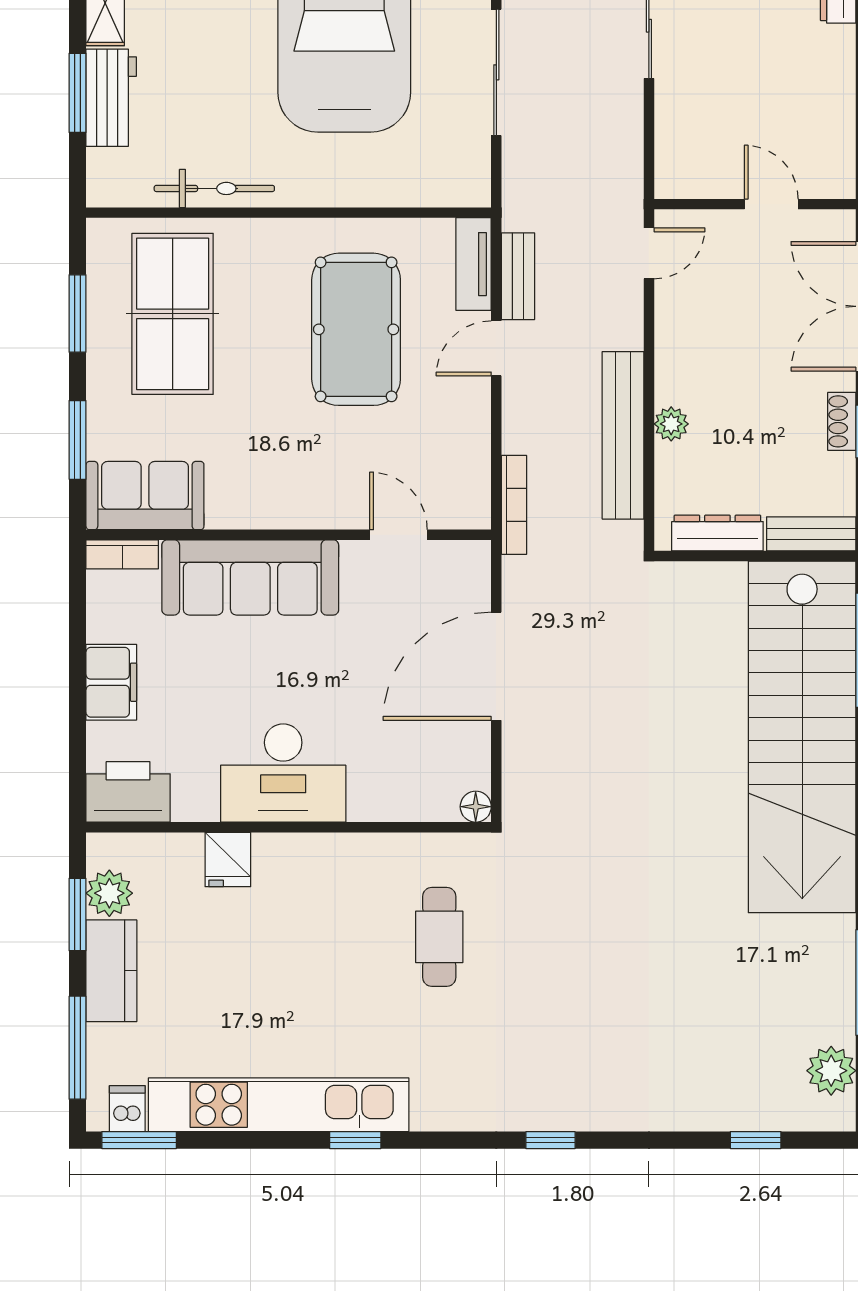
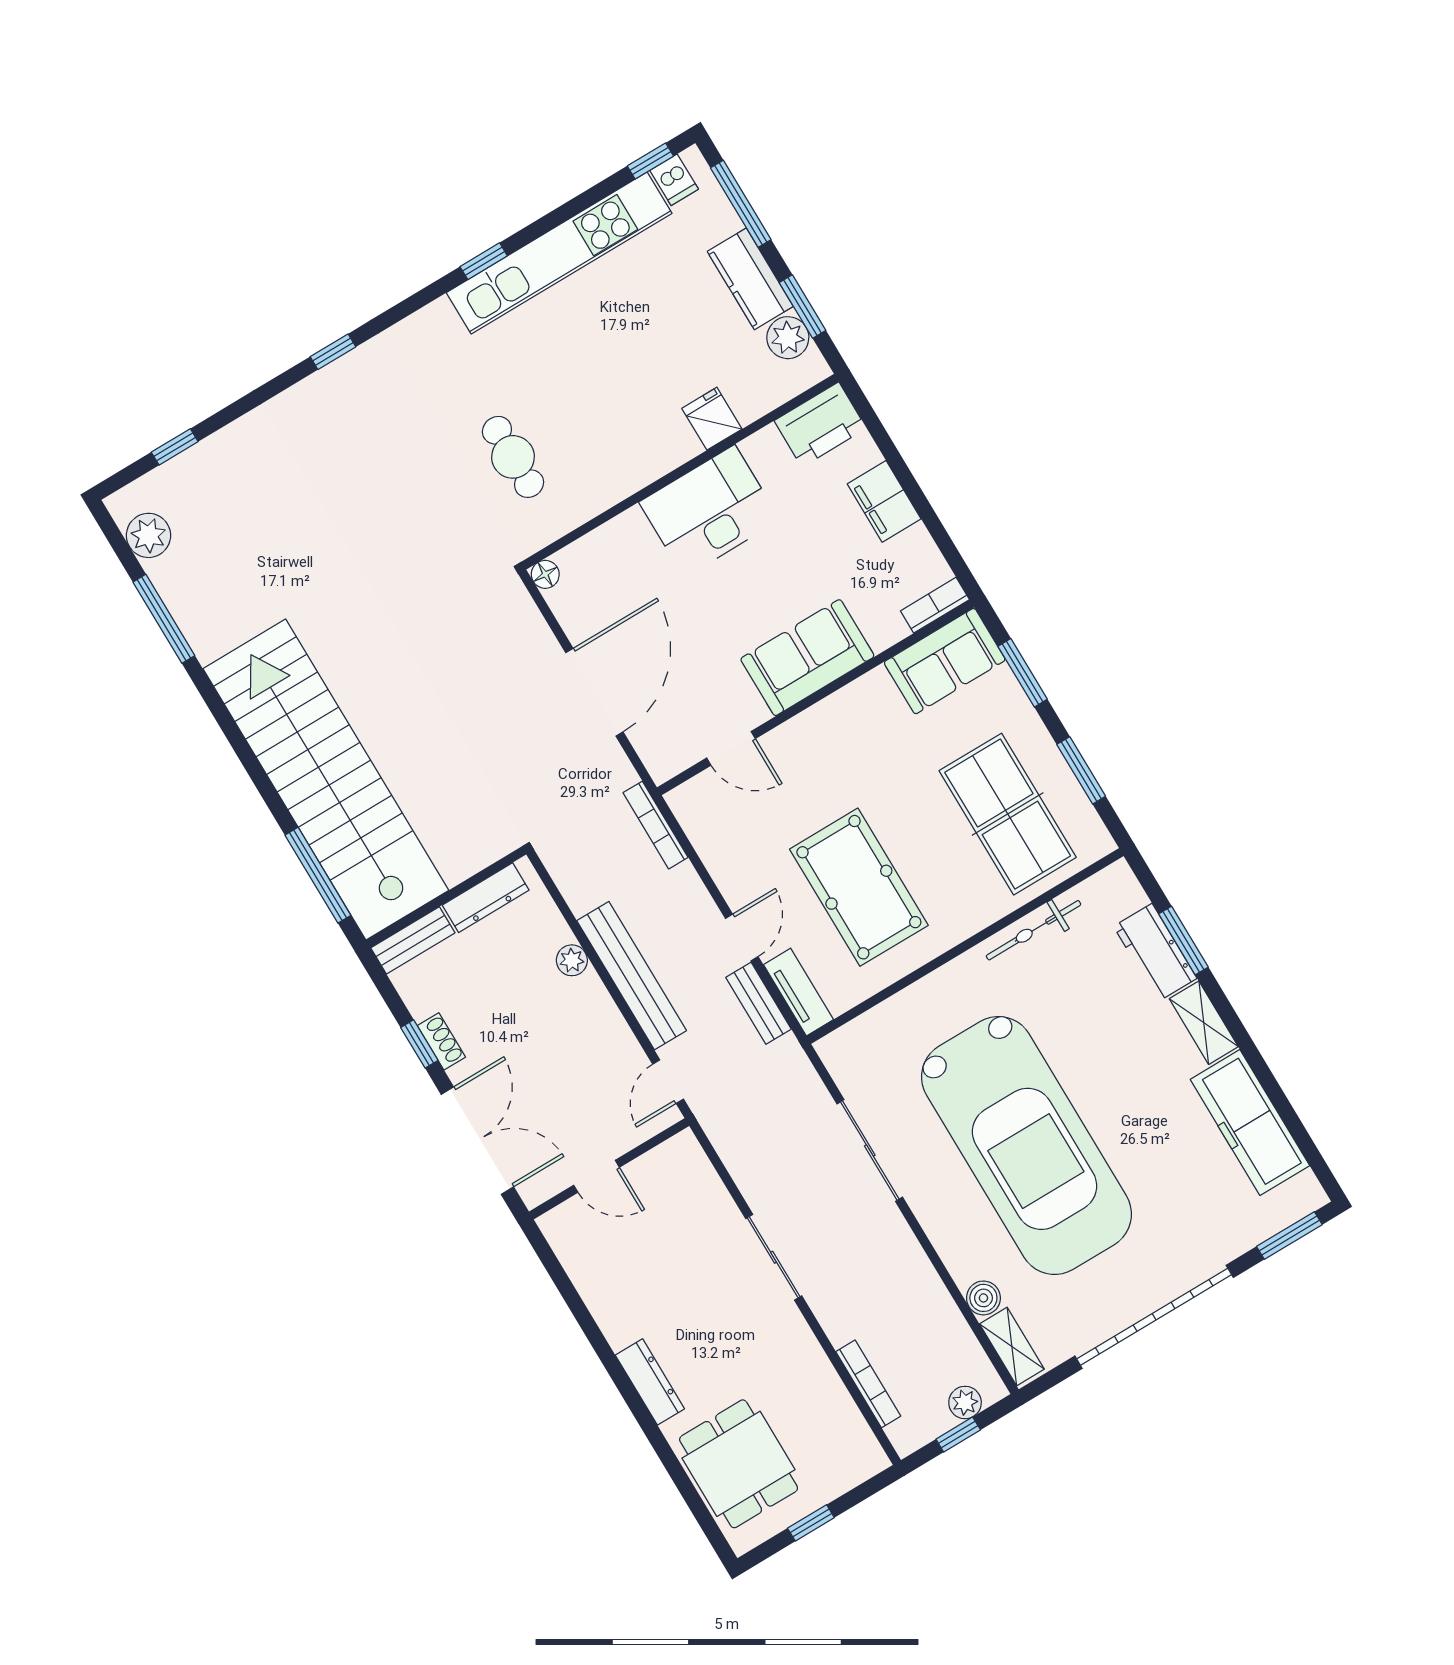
bench: (623, 435) -> (632, 976), moved
sofa: (250, 577) -> (807, 658), width x0.73
window: (139, 1140) -> (650, 161), width x0.67

